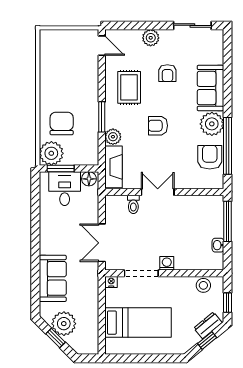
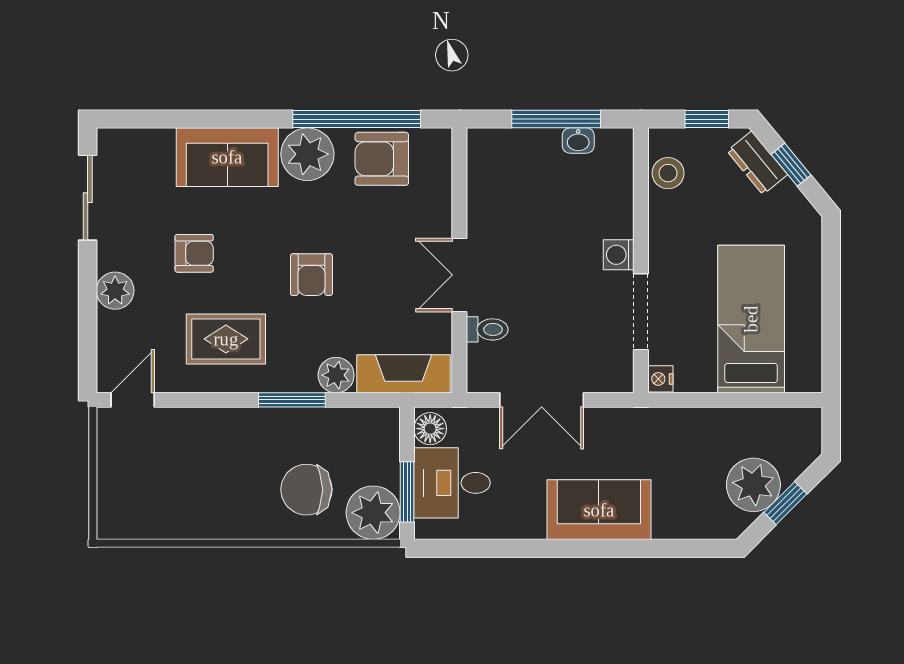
window: (228, 221) -> (556, 119), moved
double door: (102, 243) -> (542, 400), moved
sofa: (53, 278) -> (599, 510), moved

